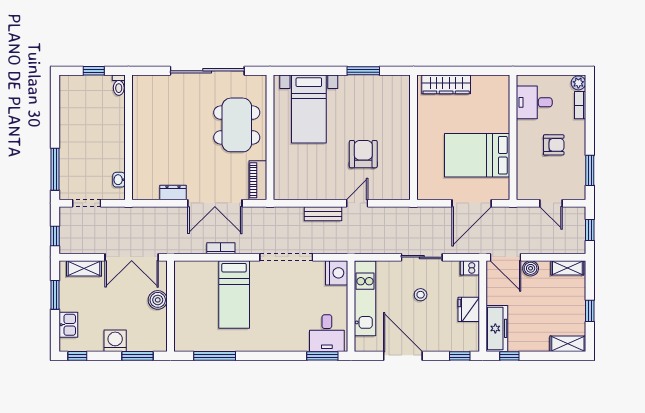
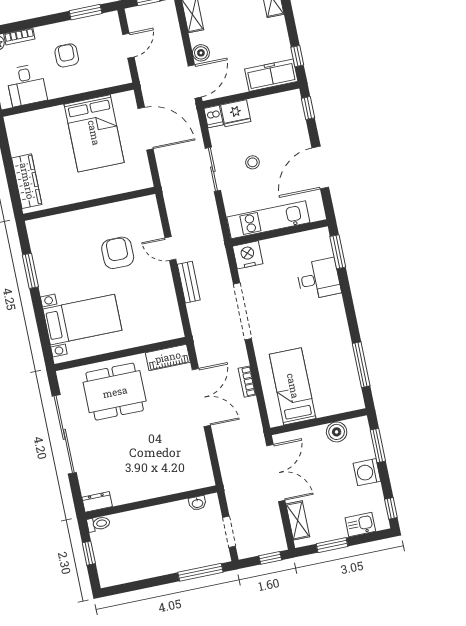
armchair: (363, 154) -> (118, 253), turned 90
dresser: (173, 192) -> (97, 502), moved, turned 90
bed: (234, 294) -> (293, 386), moved, turned -90
boiler: (158, 300) -> (337, 432), moved
fridge: (469, 309) -> (236, 113), moved
desk: (327, 333) -> (319, 279), moved

